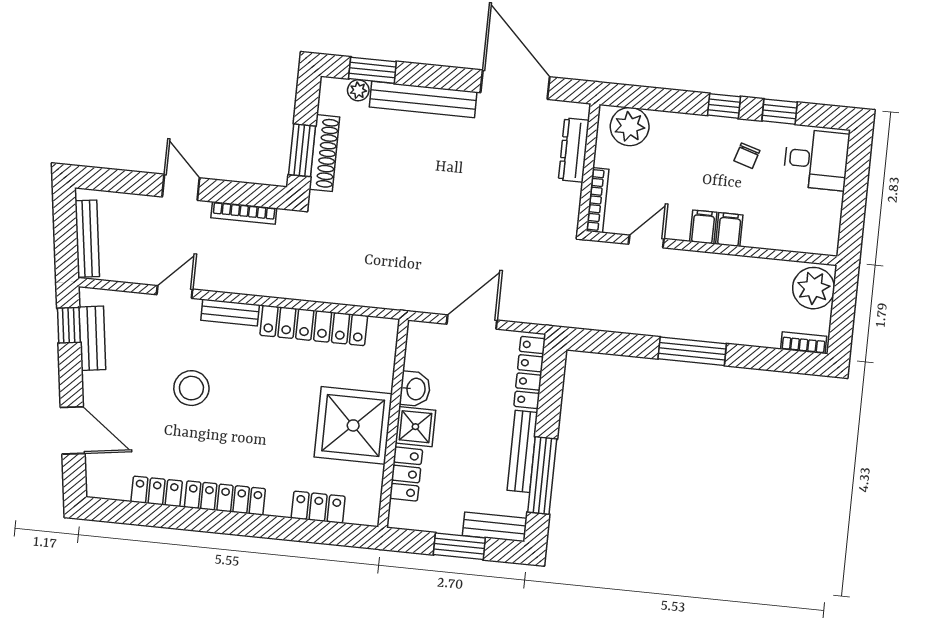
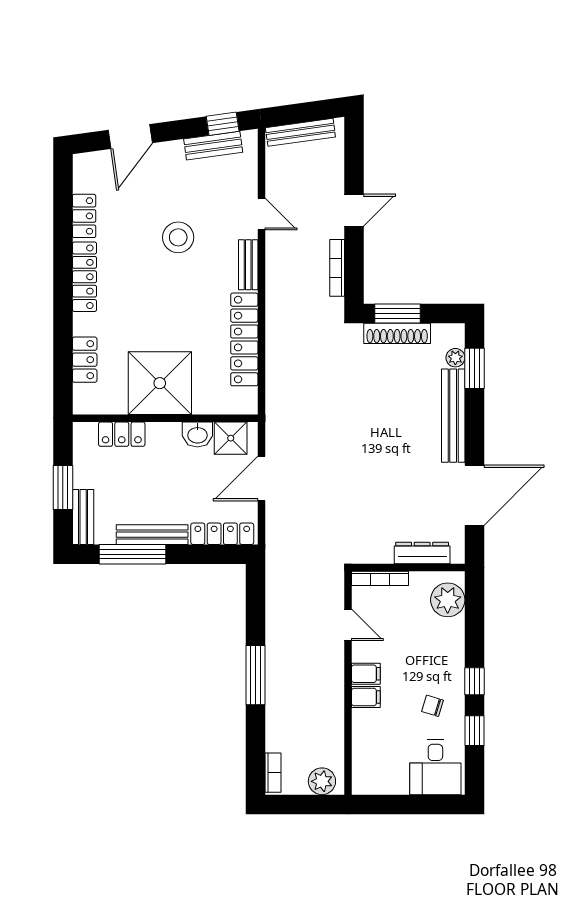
plant: (814, 288) -> (322, 781), width x0.73, depth x0.73
door: (472, 322) -> (261, 478), swing flipped
shower: (415, 427) -> (231, 438), moved

